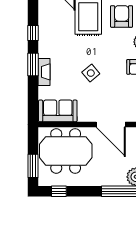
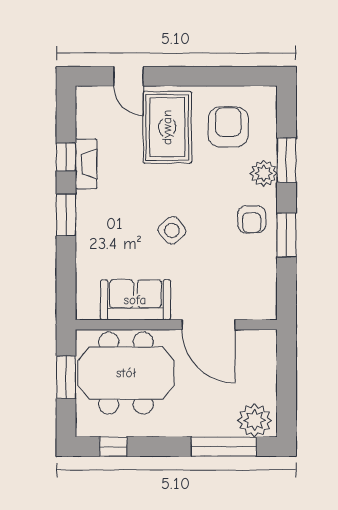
fireplace: (44, 72) -> (86, 164), moved
sofa: (58, 111) -> (135, 300), moved
window: (33, 166) -> (66, 377), moved

